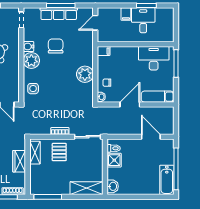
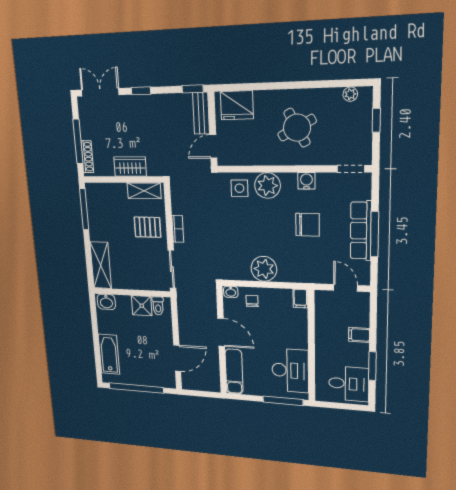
desk: (143, 20) -> (349, 384), moved
plant: (31, 60) -> (267, 186), moved
bathtub: (167, 180) -> (109, 354), moved, turned 90

